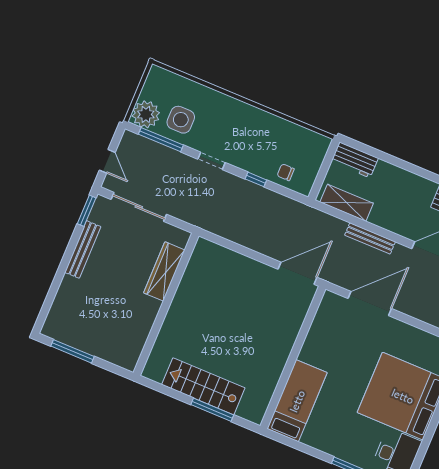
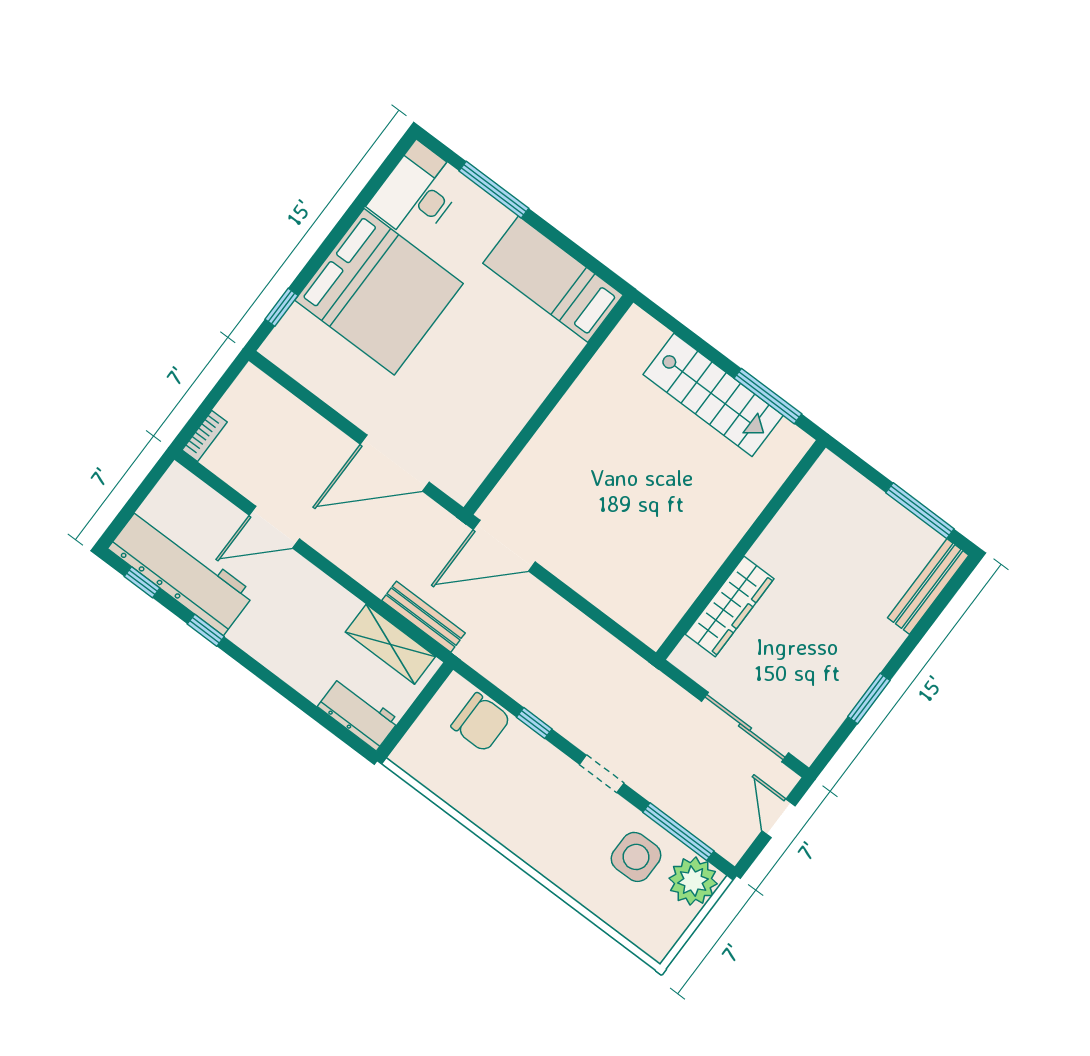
chair: (286, 172) -> (481, 722), width x1.87, depth x1.87
window: (87, 211) -> (869, 699), moved
bench: (370, 238) -> (424, 617), moved
bench: (83, 249) -> (928, 586), moved
bed: (297, 401) -> (553, 279), moved, turned 90
window: (212, 410) -> (768, 396), moved

